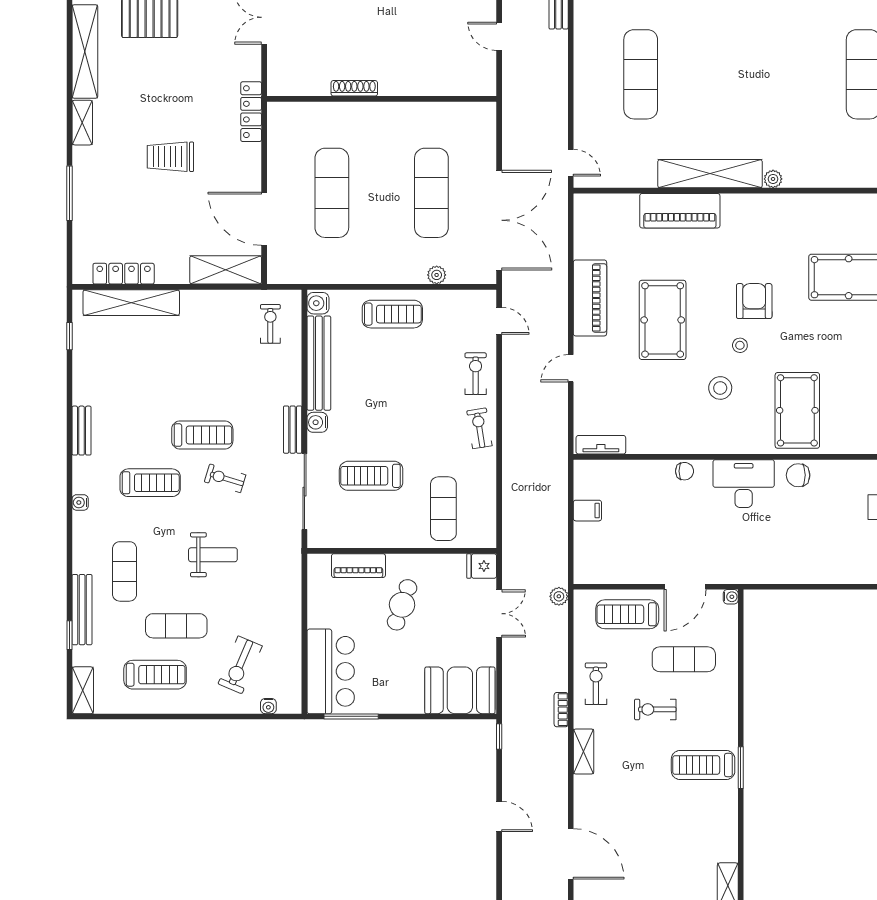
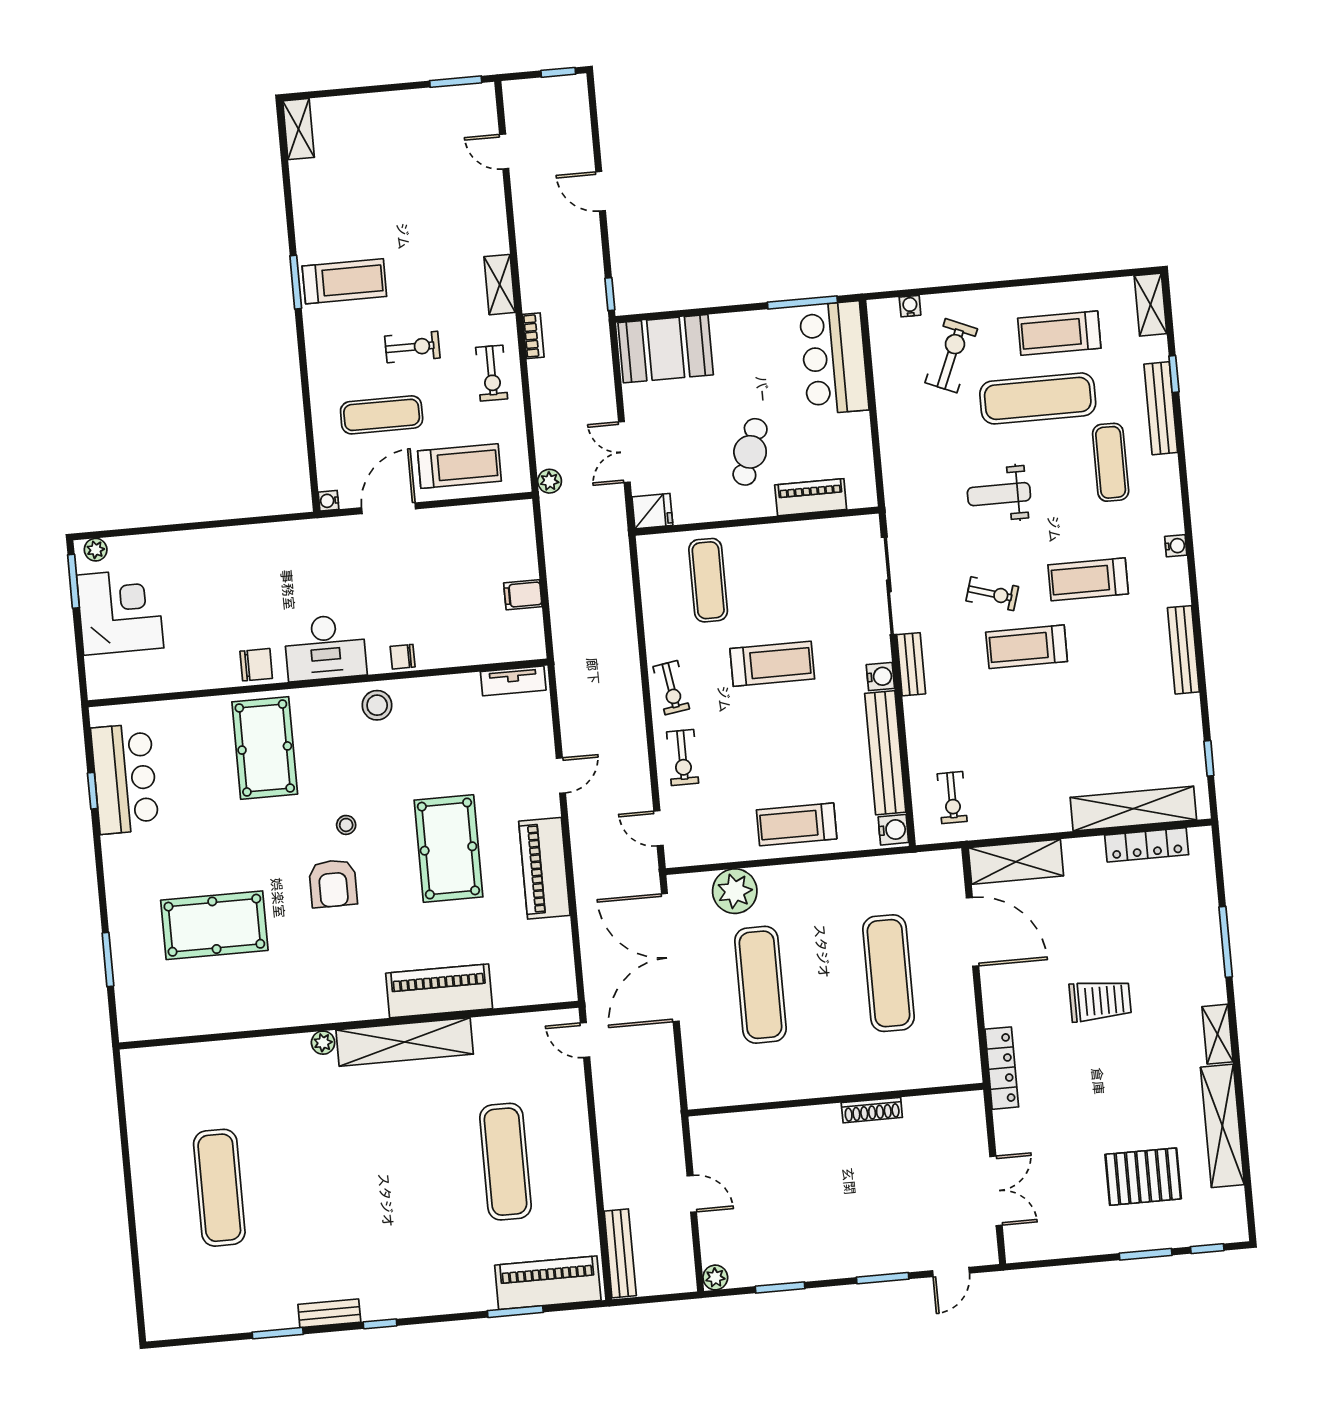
plant: (437, 275) -> (735, 891), width x1.88, depth x1.88
stool: (720, 388) -> (377, 705), moved
bench: (82, 431) -> (1183, 650), width x1.36
treadmill: (371, 476) -> (772, 664), moved
exercise mat: (176, 626) -> (1038, 398), width x1.36, depth x1.45
door: (571, 854) -> (504, 151), width x0.53

